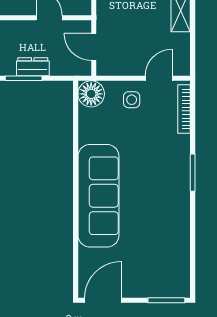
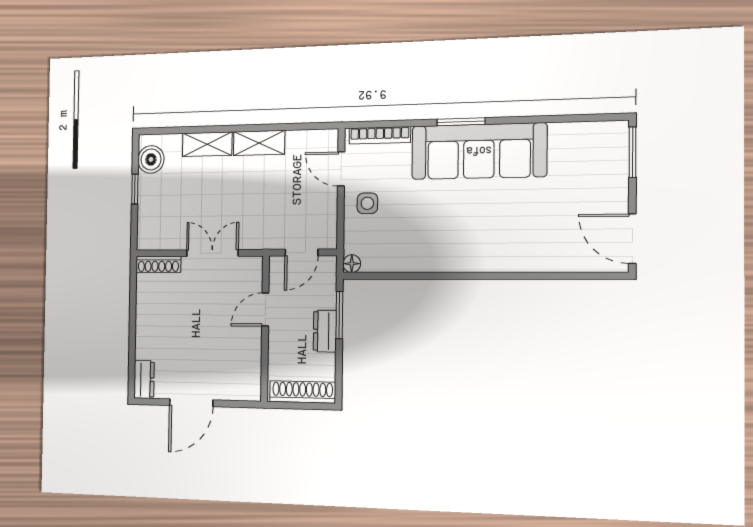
window: (24, 78) -> (339, 315), moved
floor lamp: (91, 94) -> (352, 264), width x0.53, depth x0.53
sofa: (98, 196) -> (479, 151), moved, turned 180

